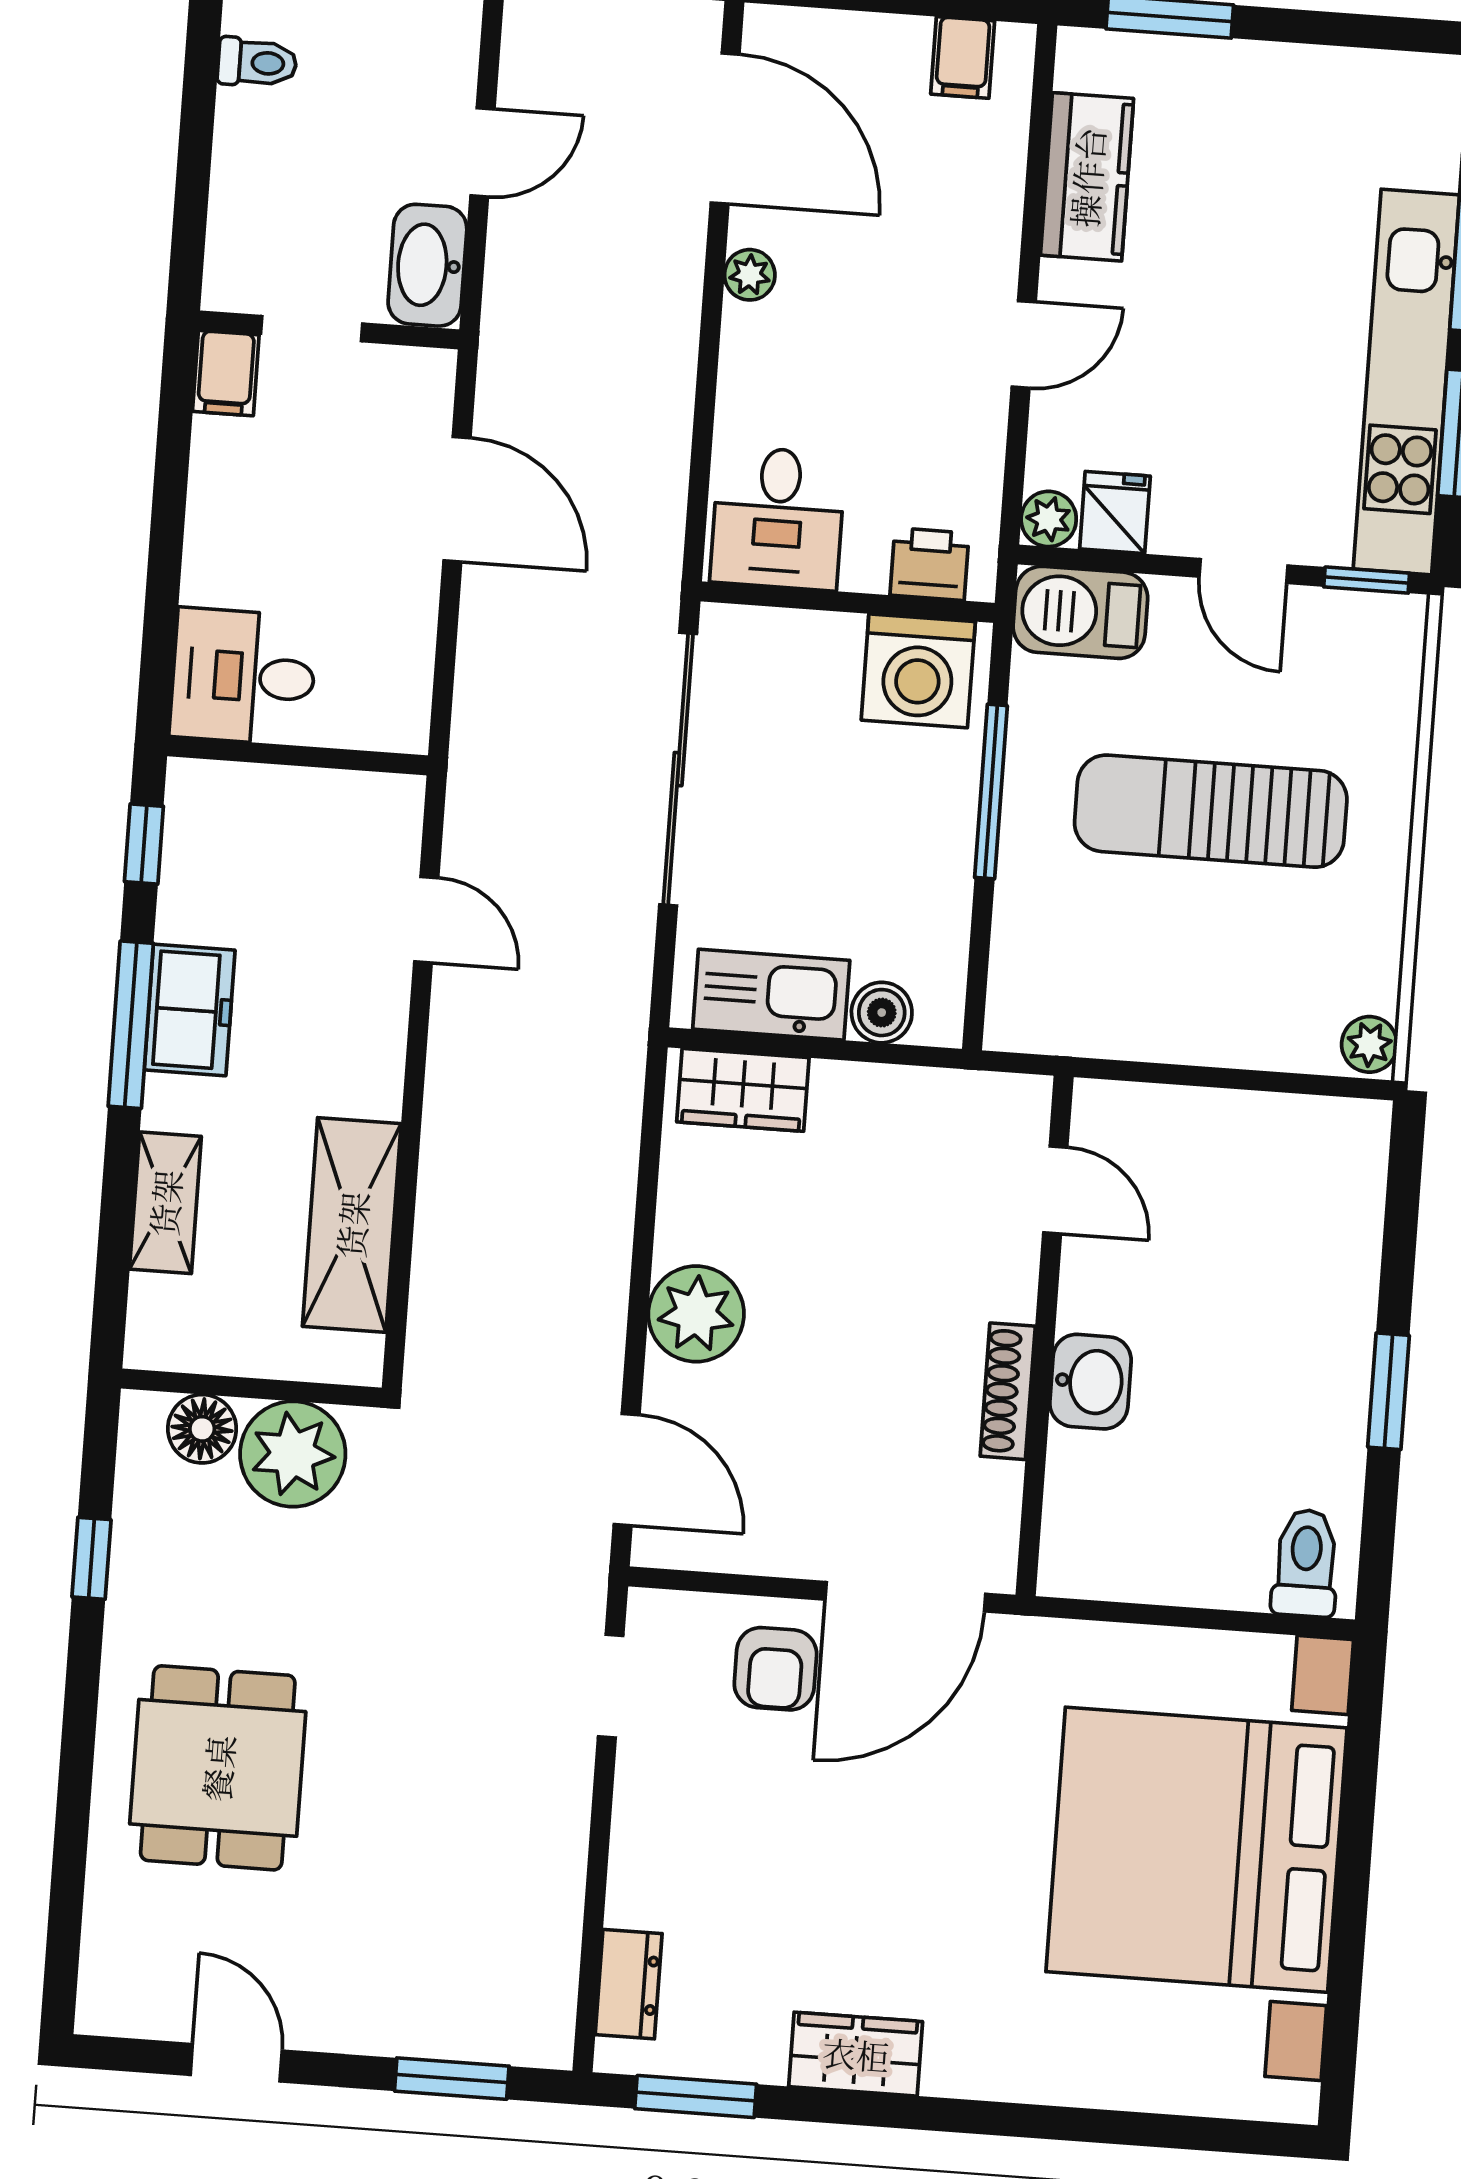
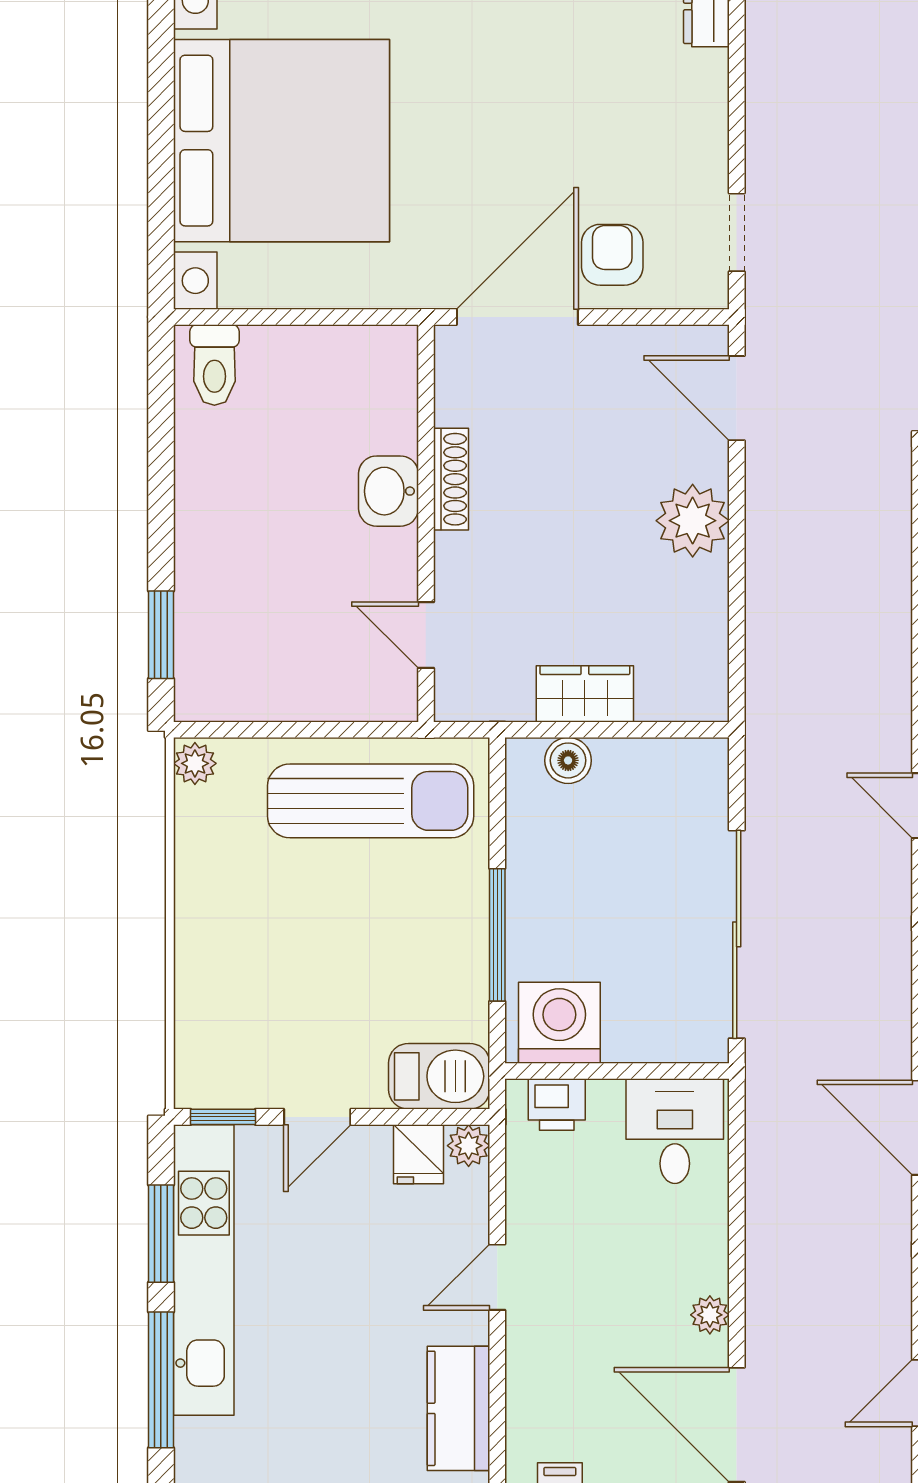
door: (1244, 571) -> (317, 1117), swing flipped
sun lounger: (1211, 811) -> (371, 801), moved
kitchen sink: (771, 995) -> (653, 768), removed
wardrobe: (743, 1090) -> (585, 694), moved
window: (1388, 1391) -> (161, 635), moved

